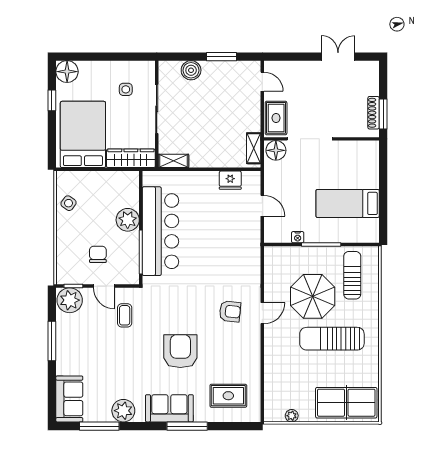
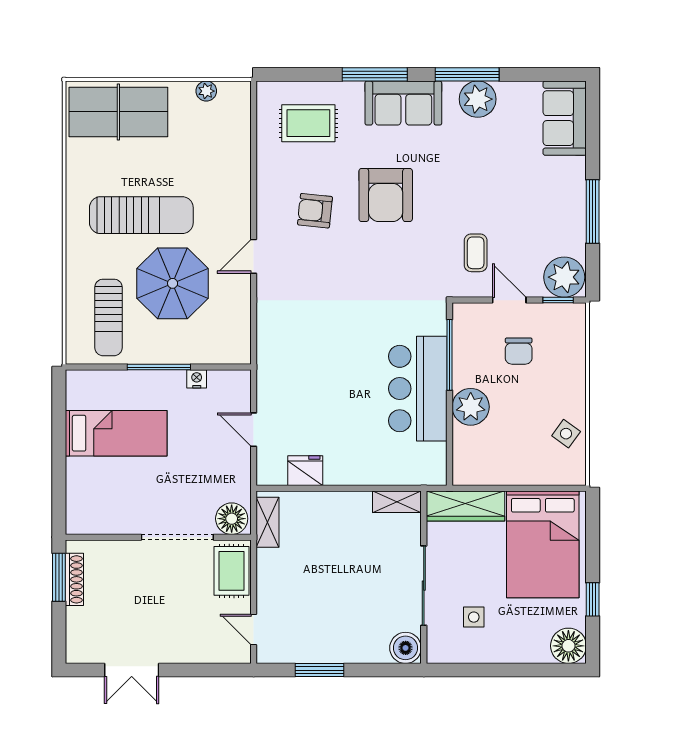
boiler: (191, 70) -> (406, 648), moved
bar counter: (160, 231) -> (418, 389), width x0.73
armchair: (230, 311) -> (315, 211), moved
window: (99, 426) -> (467, 74), moved

